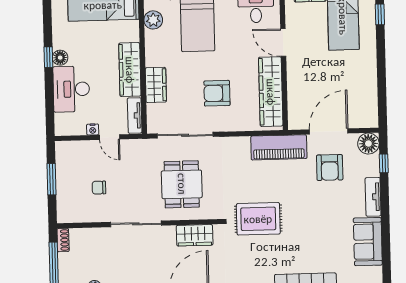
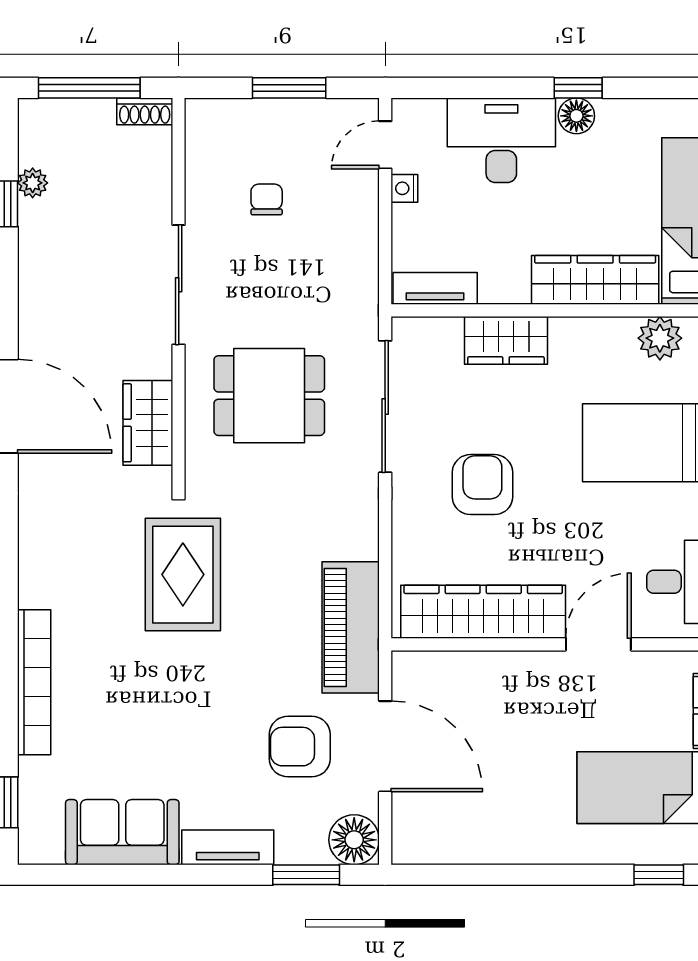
wardrobe: (130, 70) -> (595, 280), moved
door: (110, 137) -> (385, 145), moved
window: (384, 163) -> (306, 875), width x1.50

